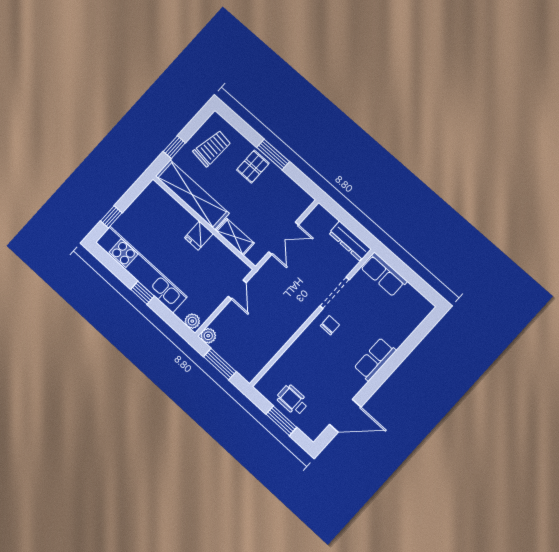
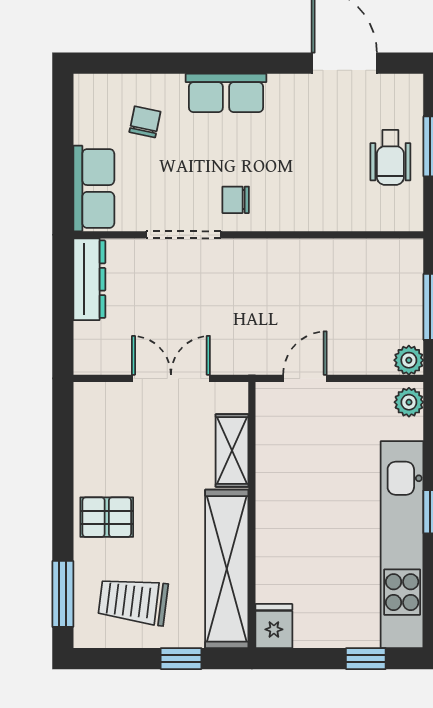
window: (273, 154) -> (63, 594), moved
fridge: (199, 236) -> (274, 626), moved, turned -90
chair: (392, 318) -> (145, 122), added

